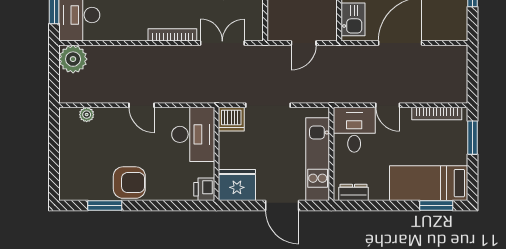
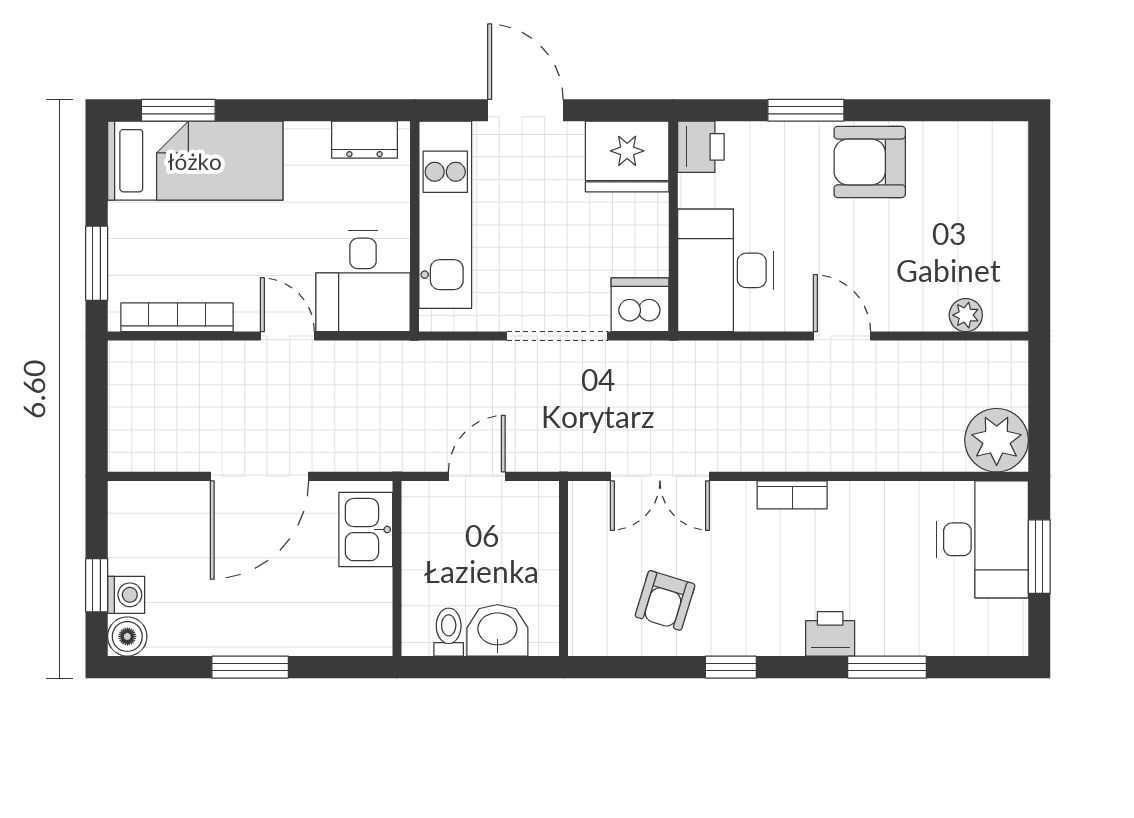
bookcase: (172, 35) -> (792, 495), width x0.64
window: (105, 205) -> (806, 110), moved

